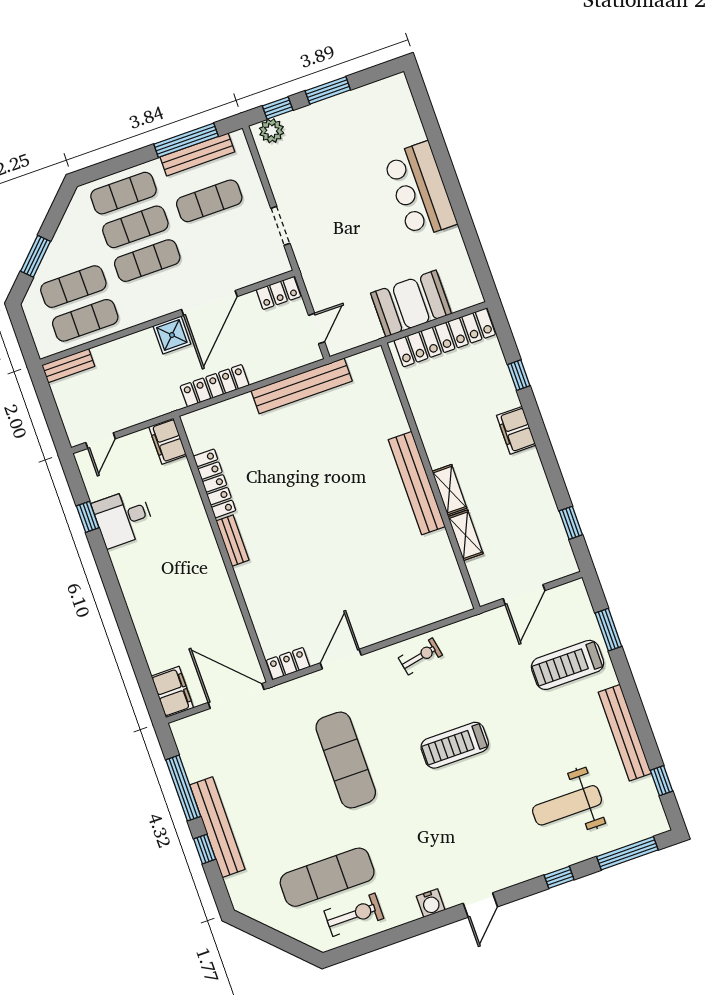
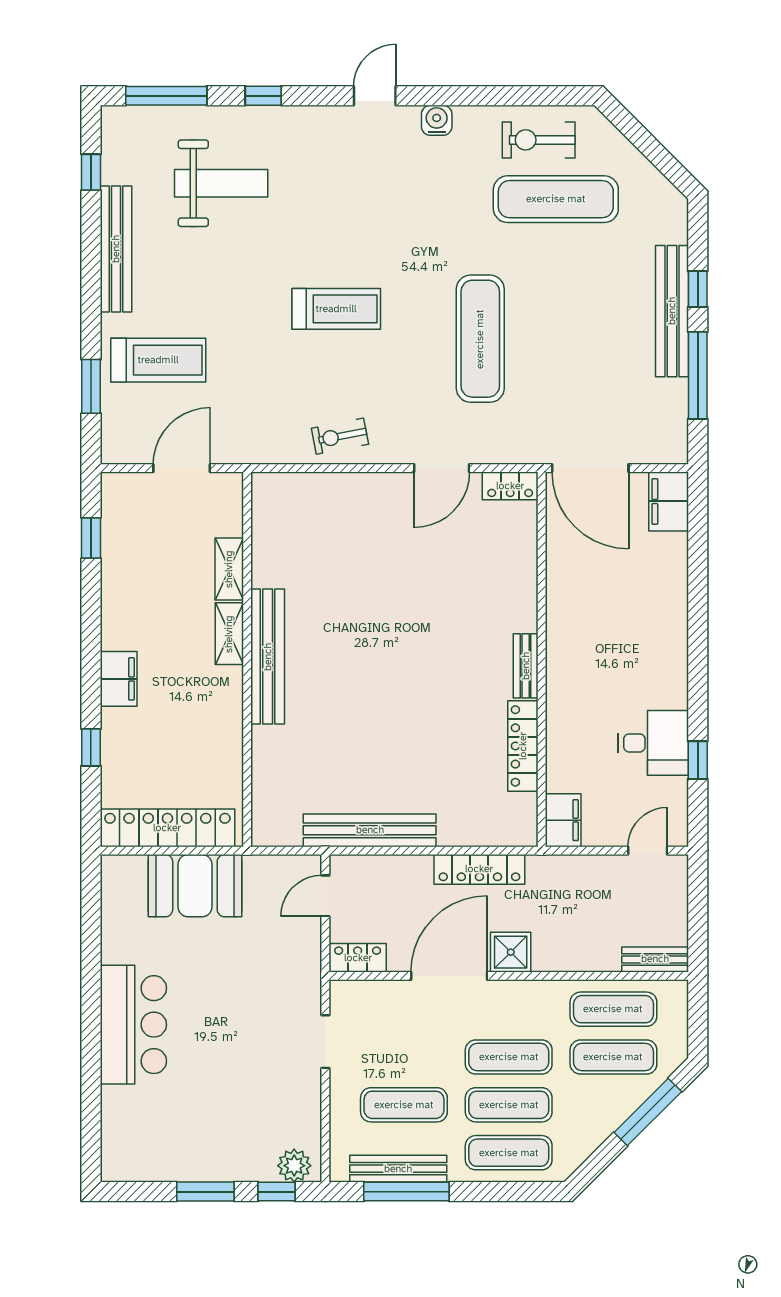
window: (35, 256) -> (648, 1112), width x1.44

